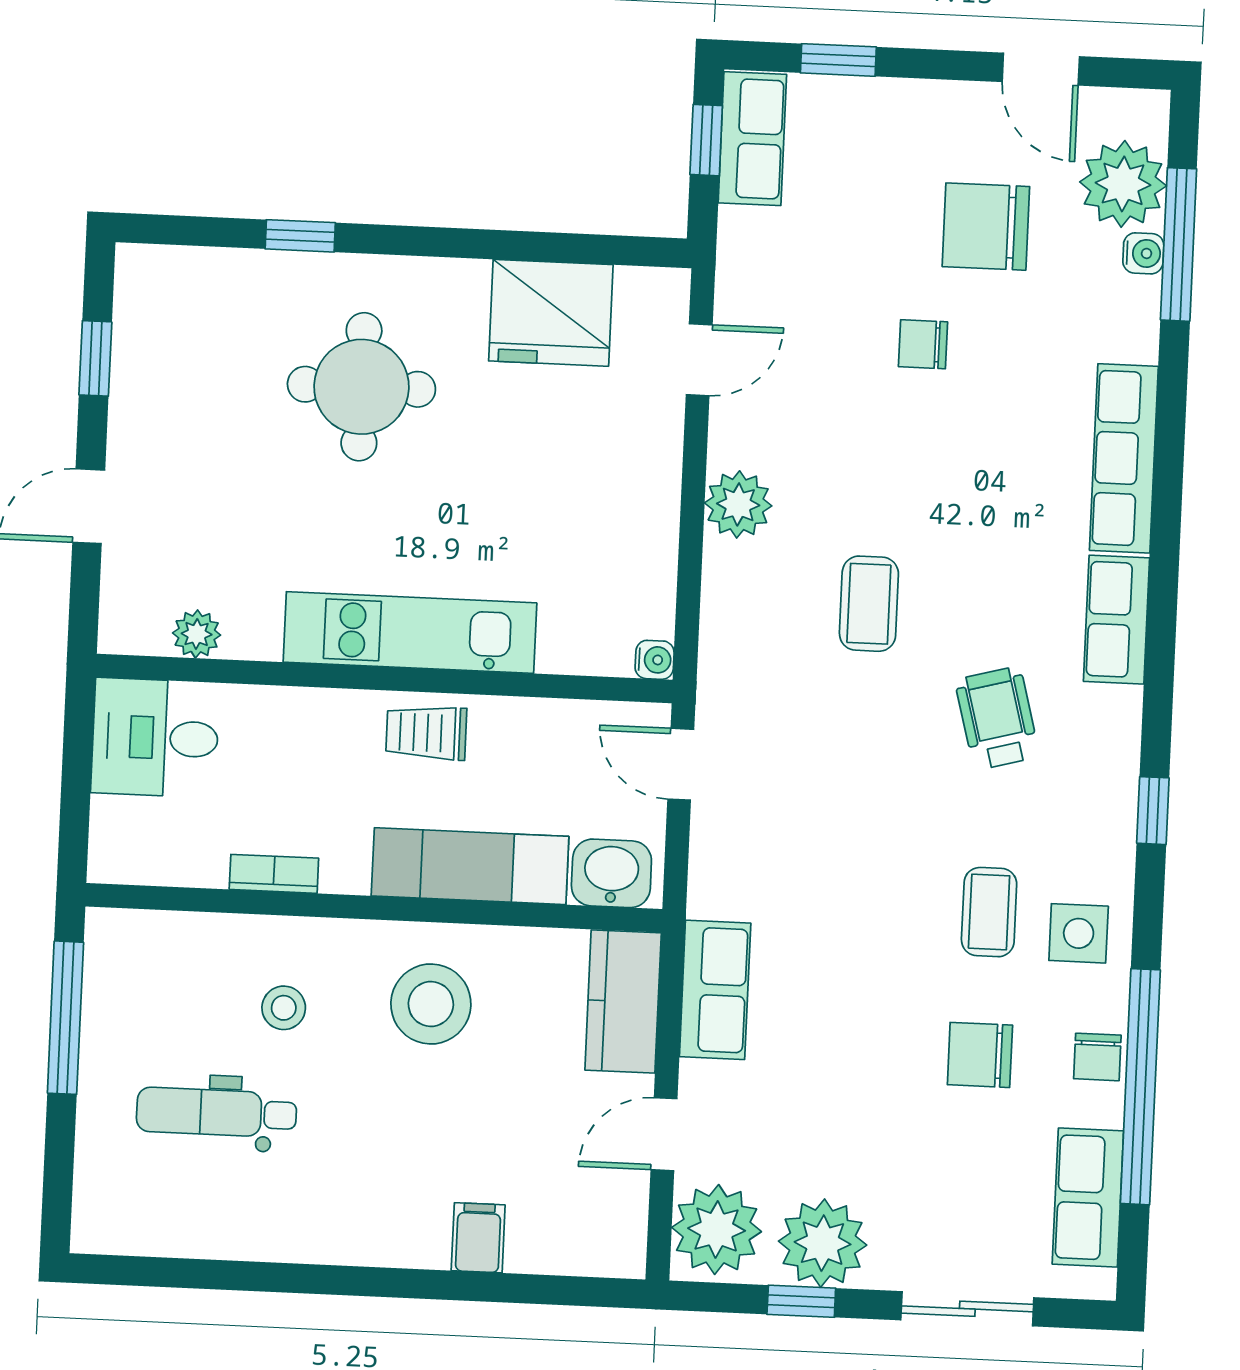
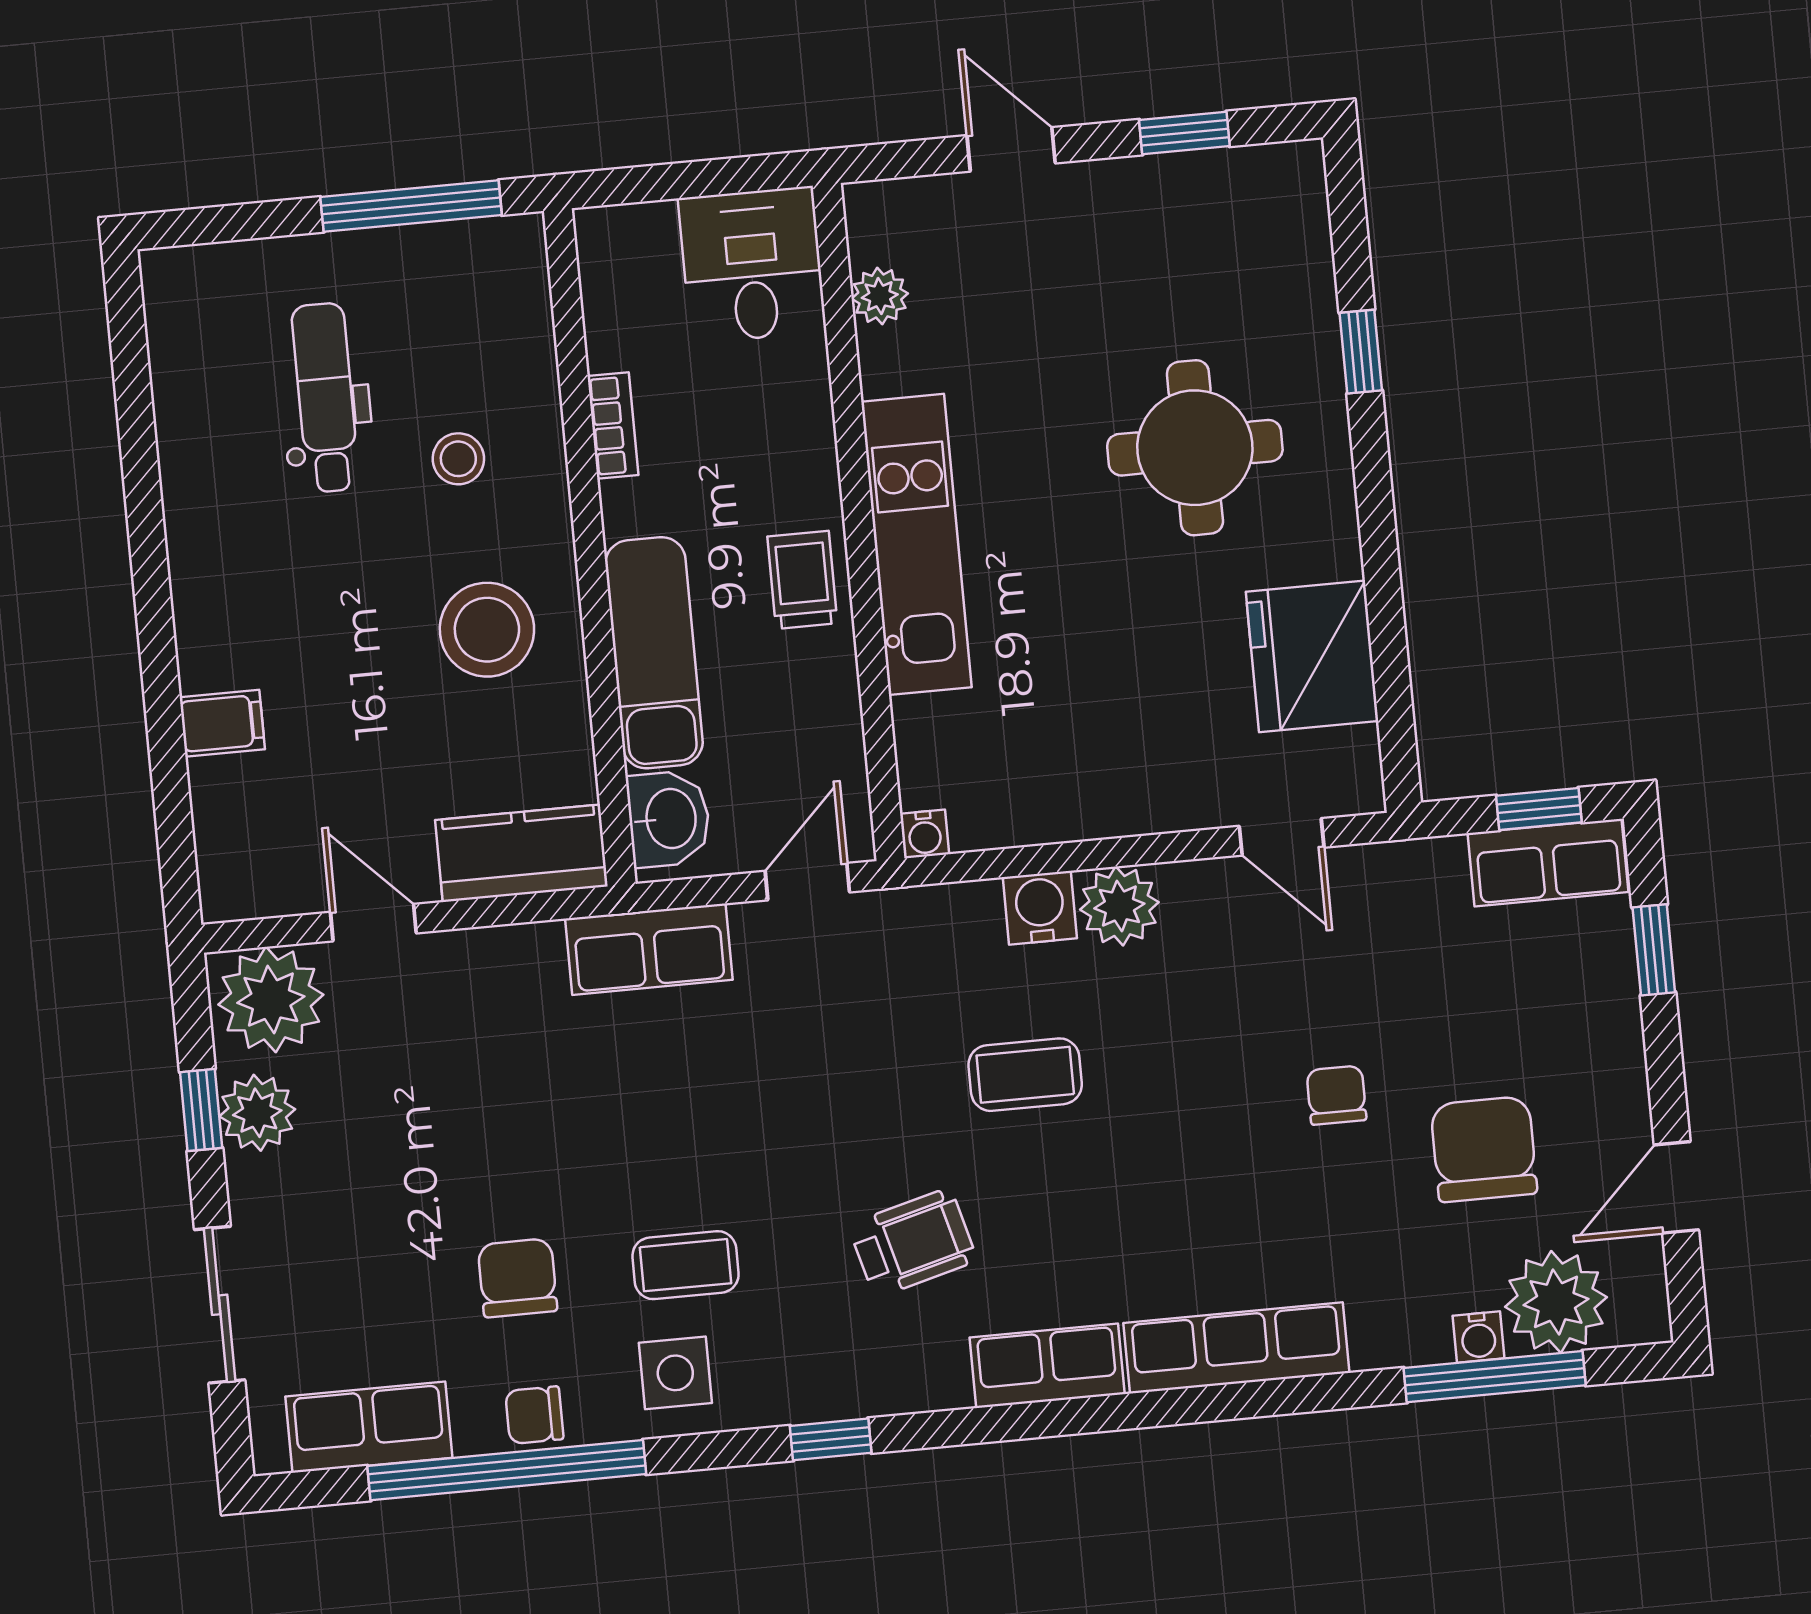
water cooler: (730, 572) -> (1040, 908), added
row of seats: (715, 990) -> (649, 949), moved
plant: (823, 1243) -> (257, 1113), width x0.73, depth x0.73

